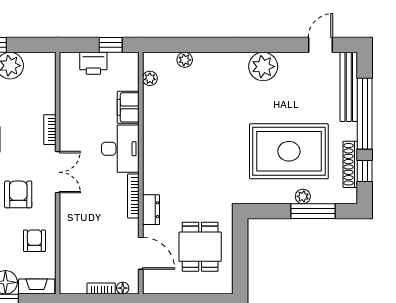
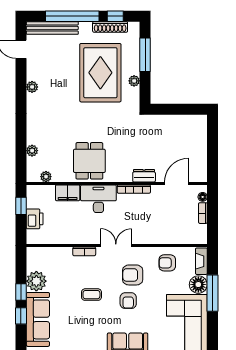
plant: (263, 67) -> (32, 87), width x0.53, depth x0.53
plant: (303, 196) -> (134, 81), moved
dining table: (200, 247) -> (89, 161), moved, turned 90

